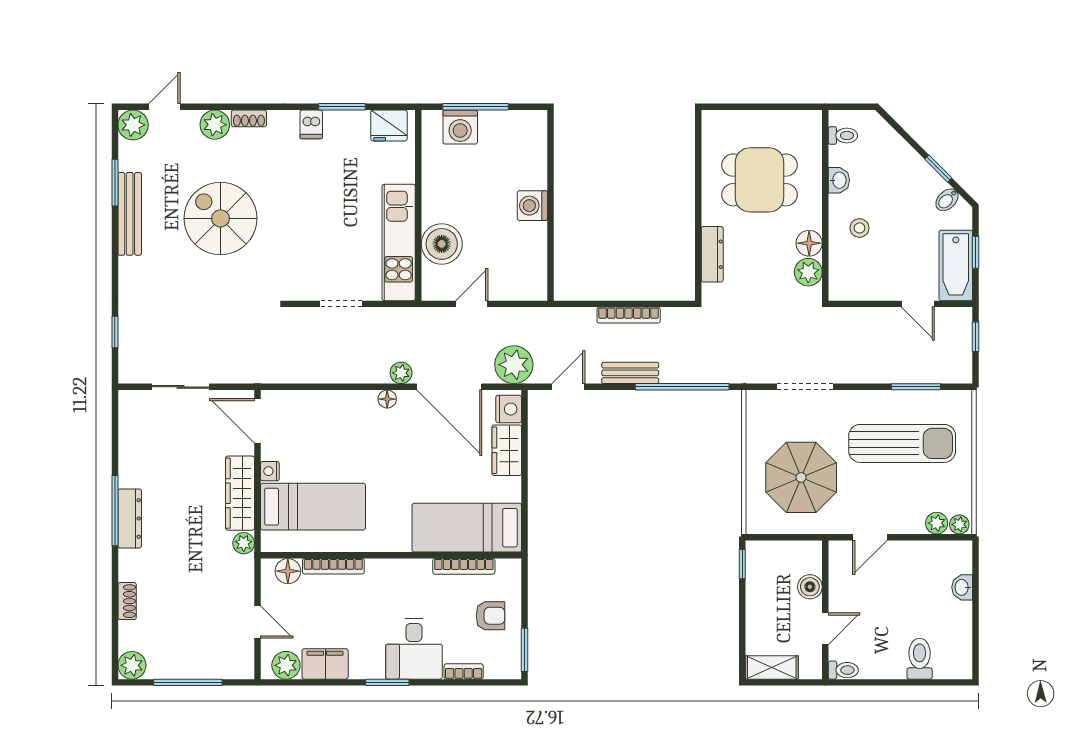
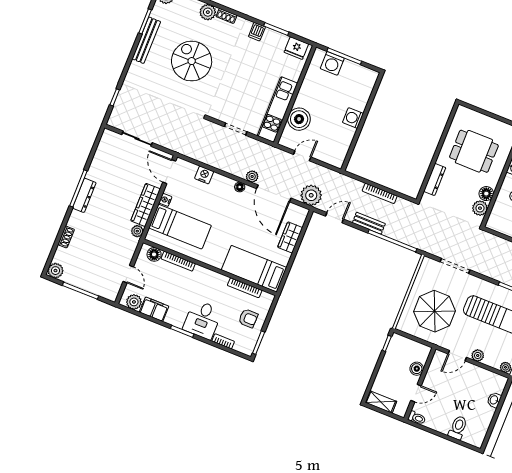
nightstand: (509, 409) -> (204, 175), moved, turned -90
plant: (937, 523) -> (478, 355), moved

